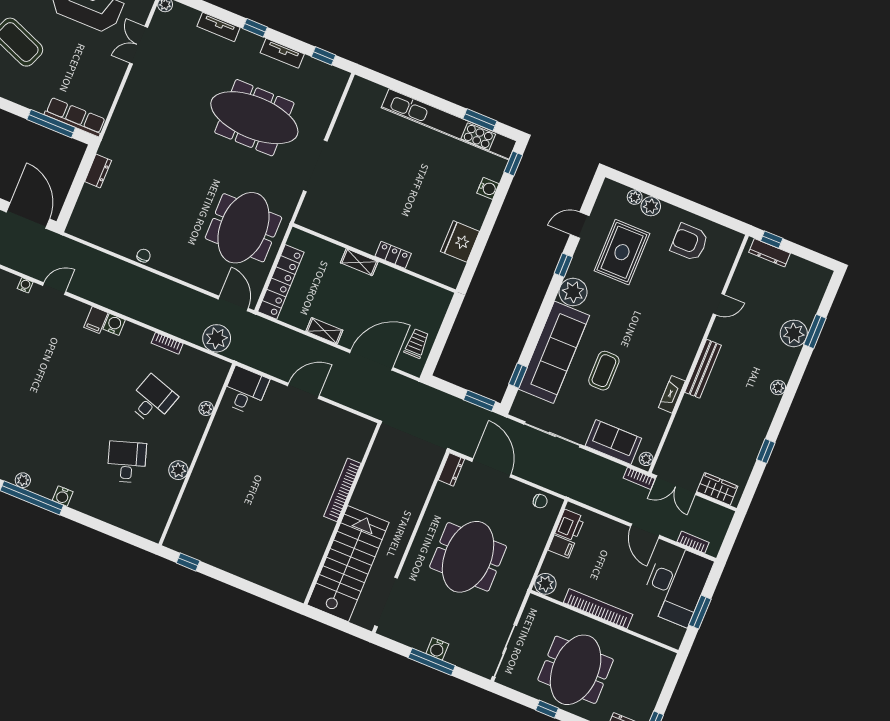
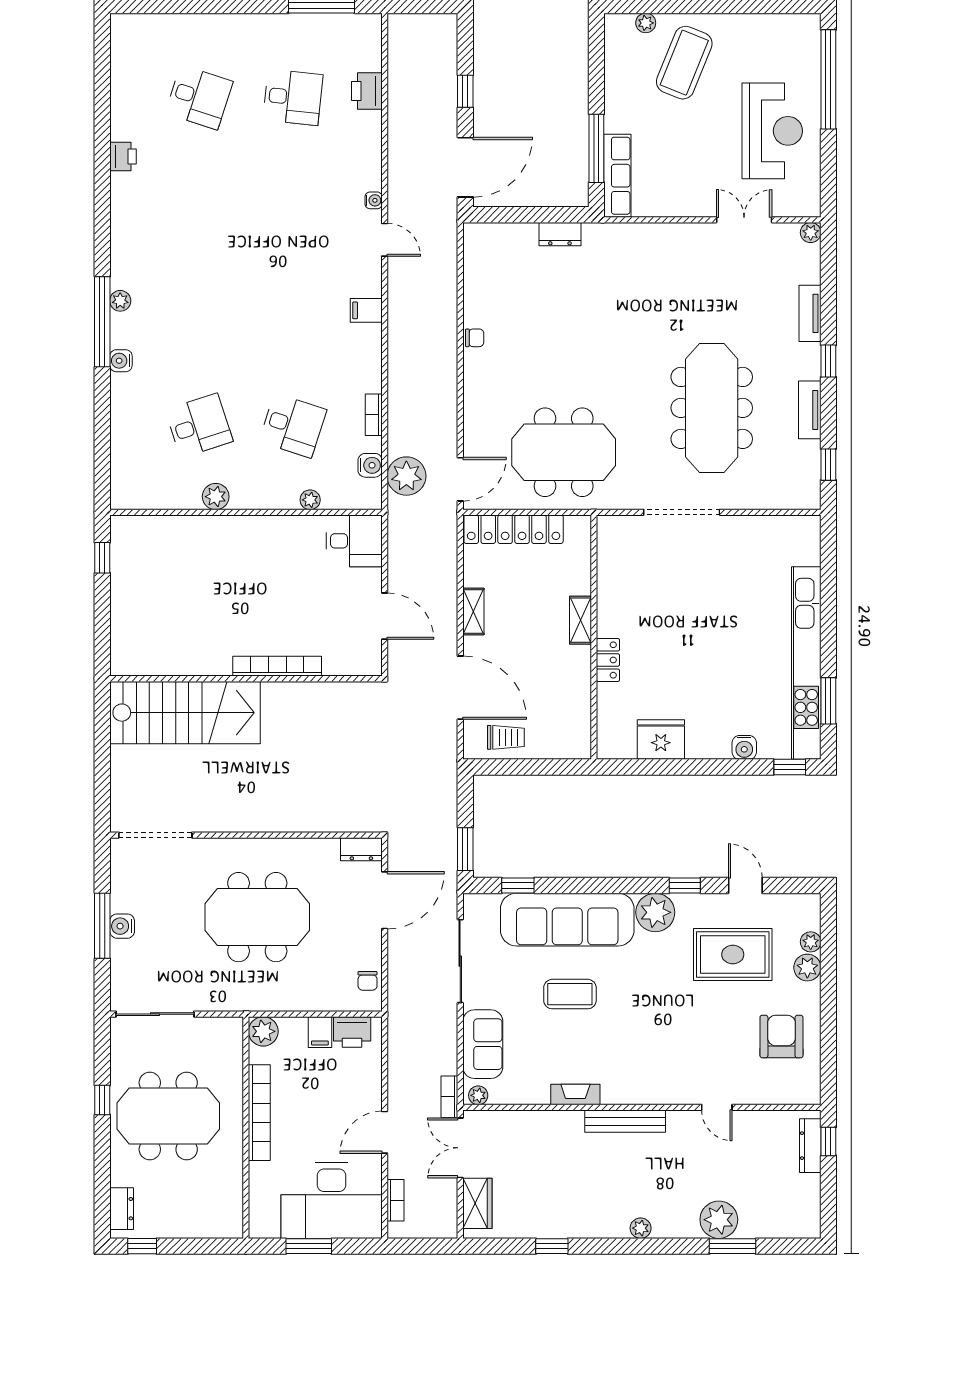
water cooler: (114, 324) -> (370, 465), moved
bookcase: (342, 490) -> (277, 666), moved
wall: (342, 514) -> (246, 679), moved
stairs: (348, 564) -> (185, 713), moved

